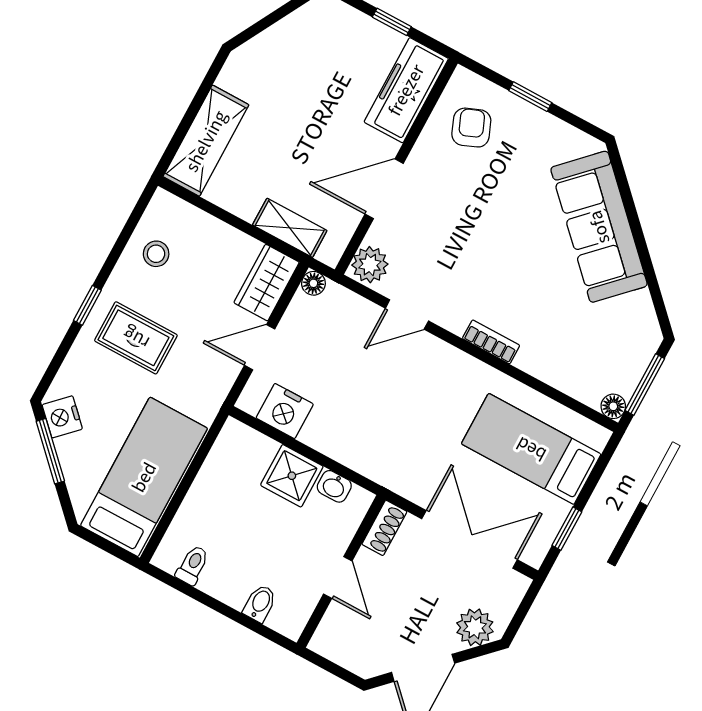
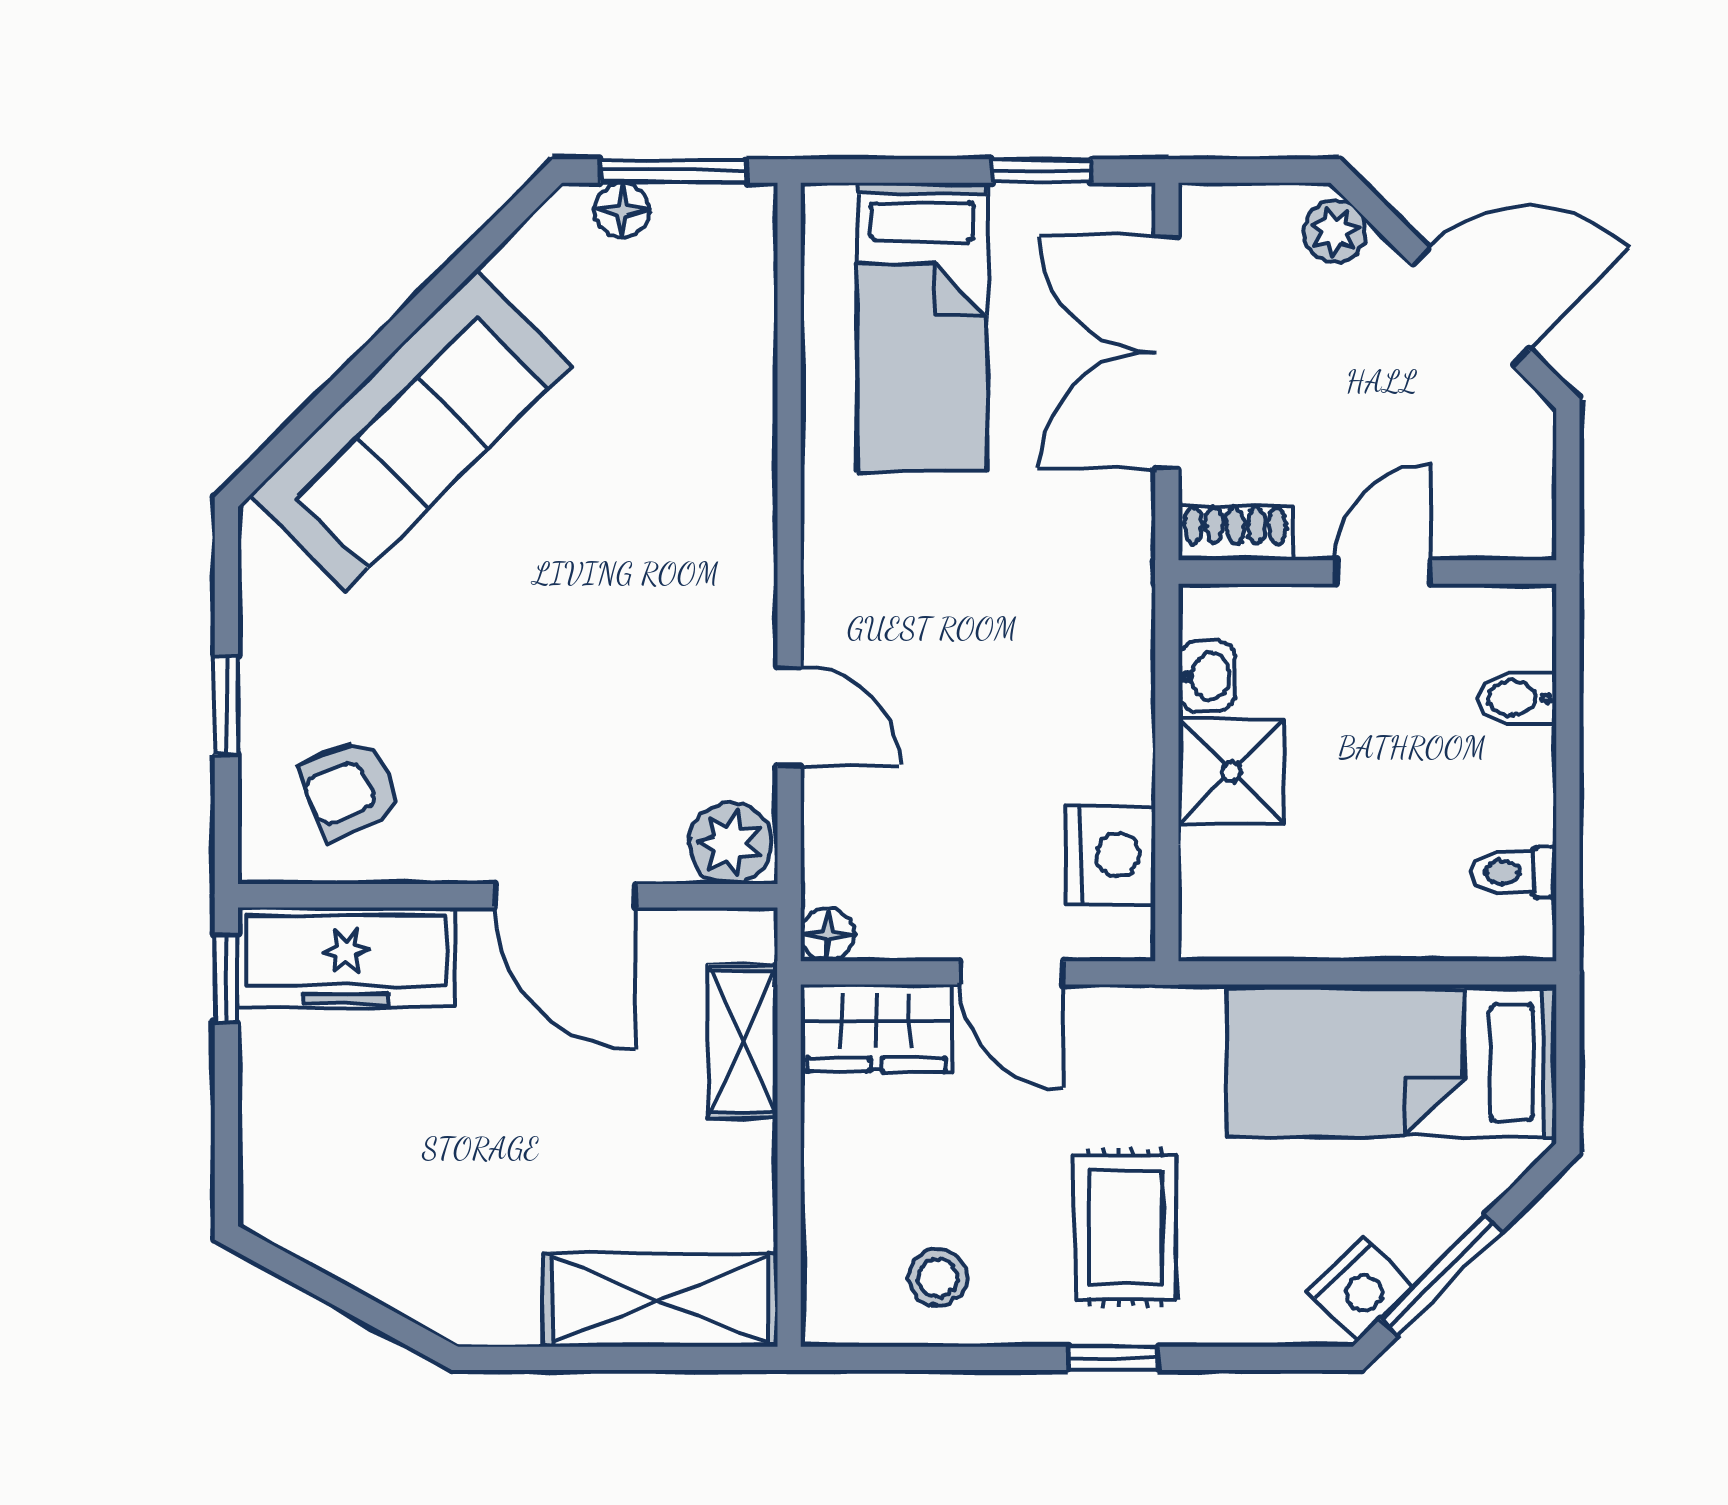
window: (392, 22) -> (226, 979), moved
bookcase: (491, 342) -> (753, 521), removed
floor lamp: (613, 406) -> (622, 210), moved
plant: (475, 627) -> (1335, 231), width x0.73, depth x0.73

